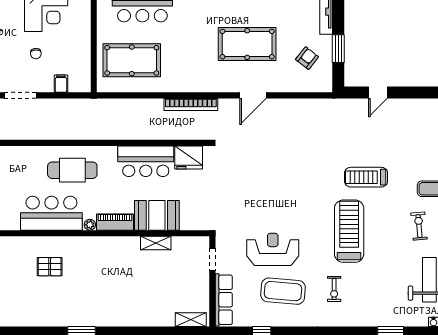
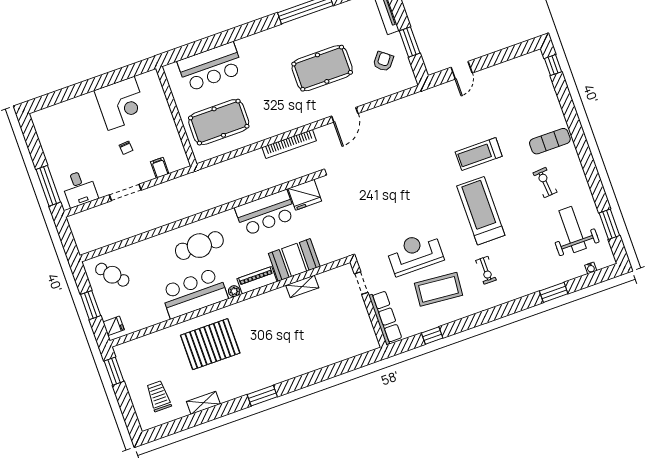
pallet: (50, 267) -> (210, 344), width x2.05, depth x2.00
shelving: (191, 320) -> (203, 403), moved

